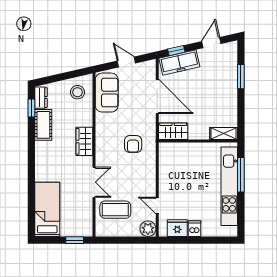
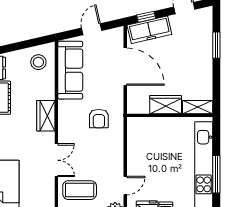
door: (126, 62) -> (92, 29), hinge flipped
sofa: (107, 93) -> (70, 70), width x1.36
wardrobe: (173, 131) -> (166, 105), moved
window: (241, 175) -> (216, 174), moved
door: (157, 205) -> (125, 186), swing flipped

